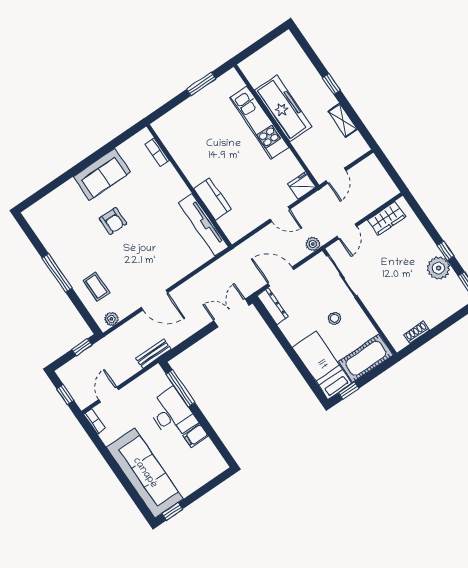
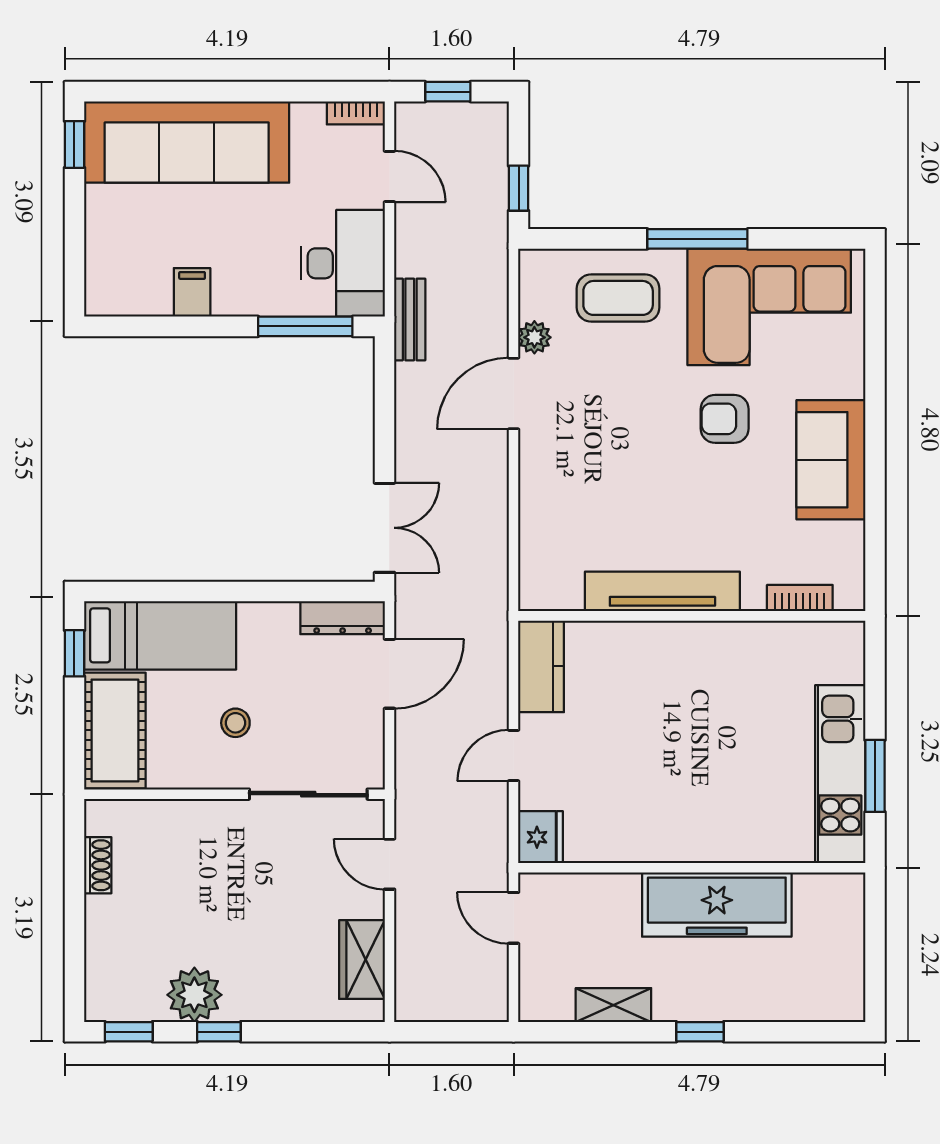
kitchen unit: (259, 123) -> (840, 774), moved, turned -90
kitchen counter: (212, 199) -> (541, 666), moved, turned -90
tv unit: (203, 225) -> (662, 591), moved
corner sofa: (64, 232) -> (769, 307), added
plant: (313, 244) -> (411, 780), removed
coffee table: (96, 287) -> (618, 298), width x1.36, depth x1.30
plant: (111, 319) -> (534, 337), moved
desk: (172, 414) -> (343, 263), moved, turned -90

